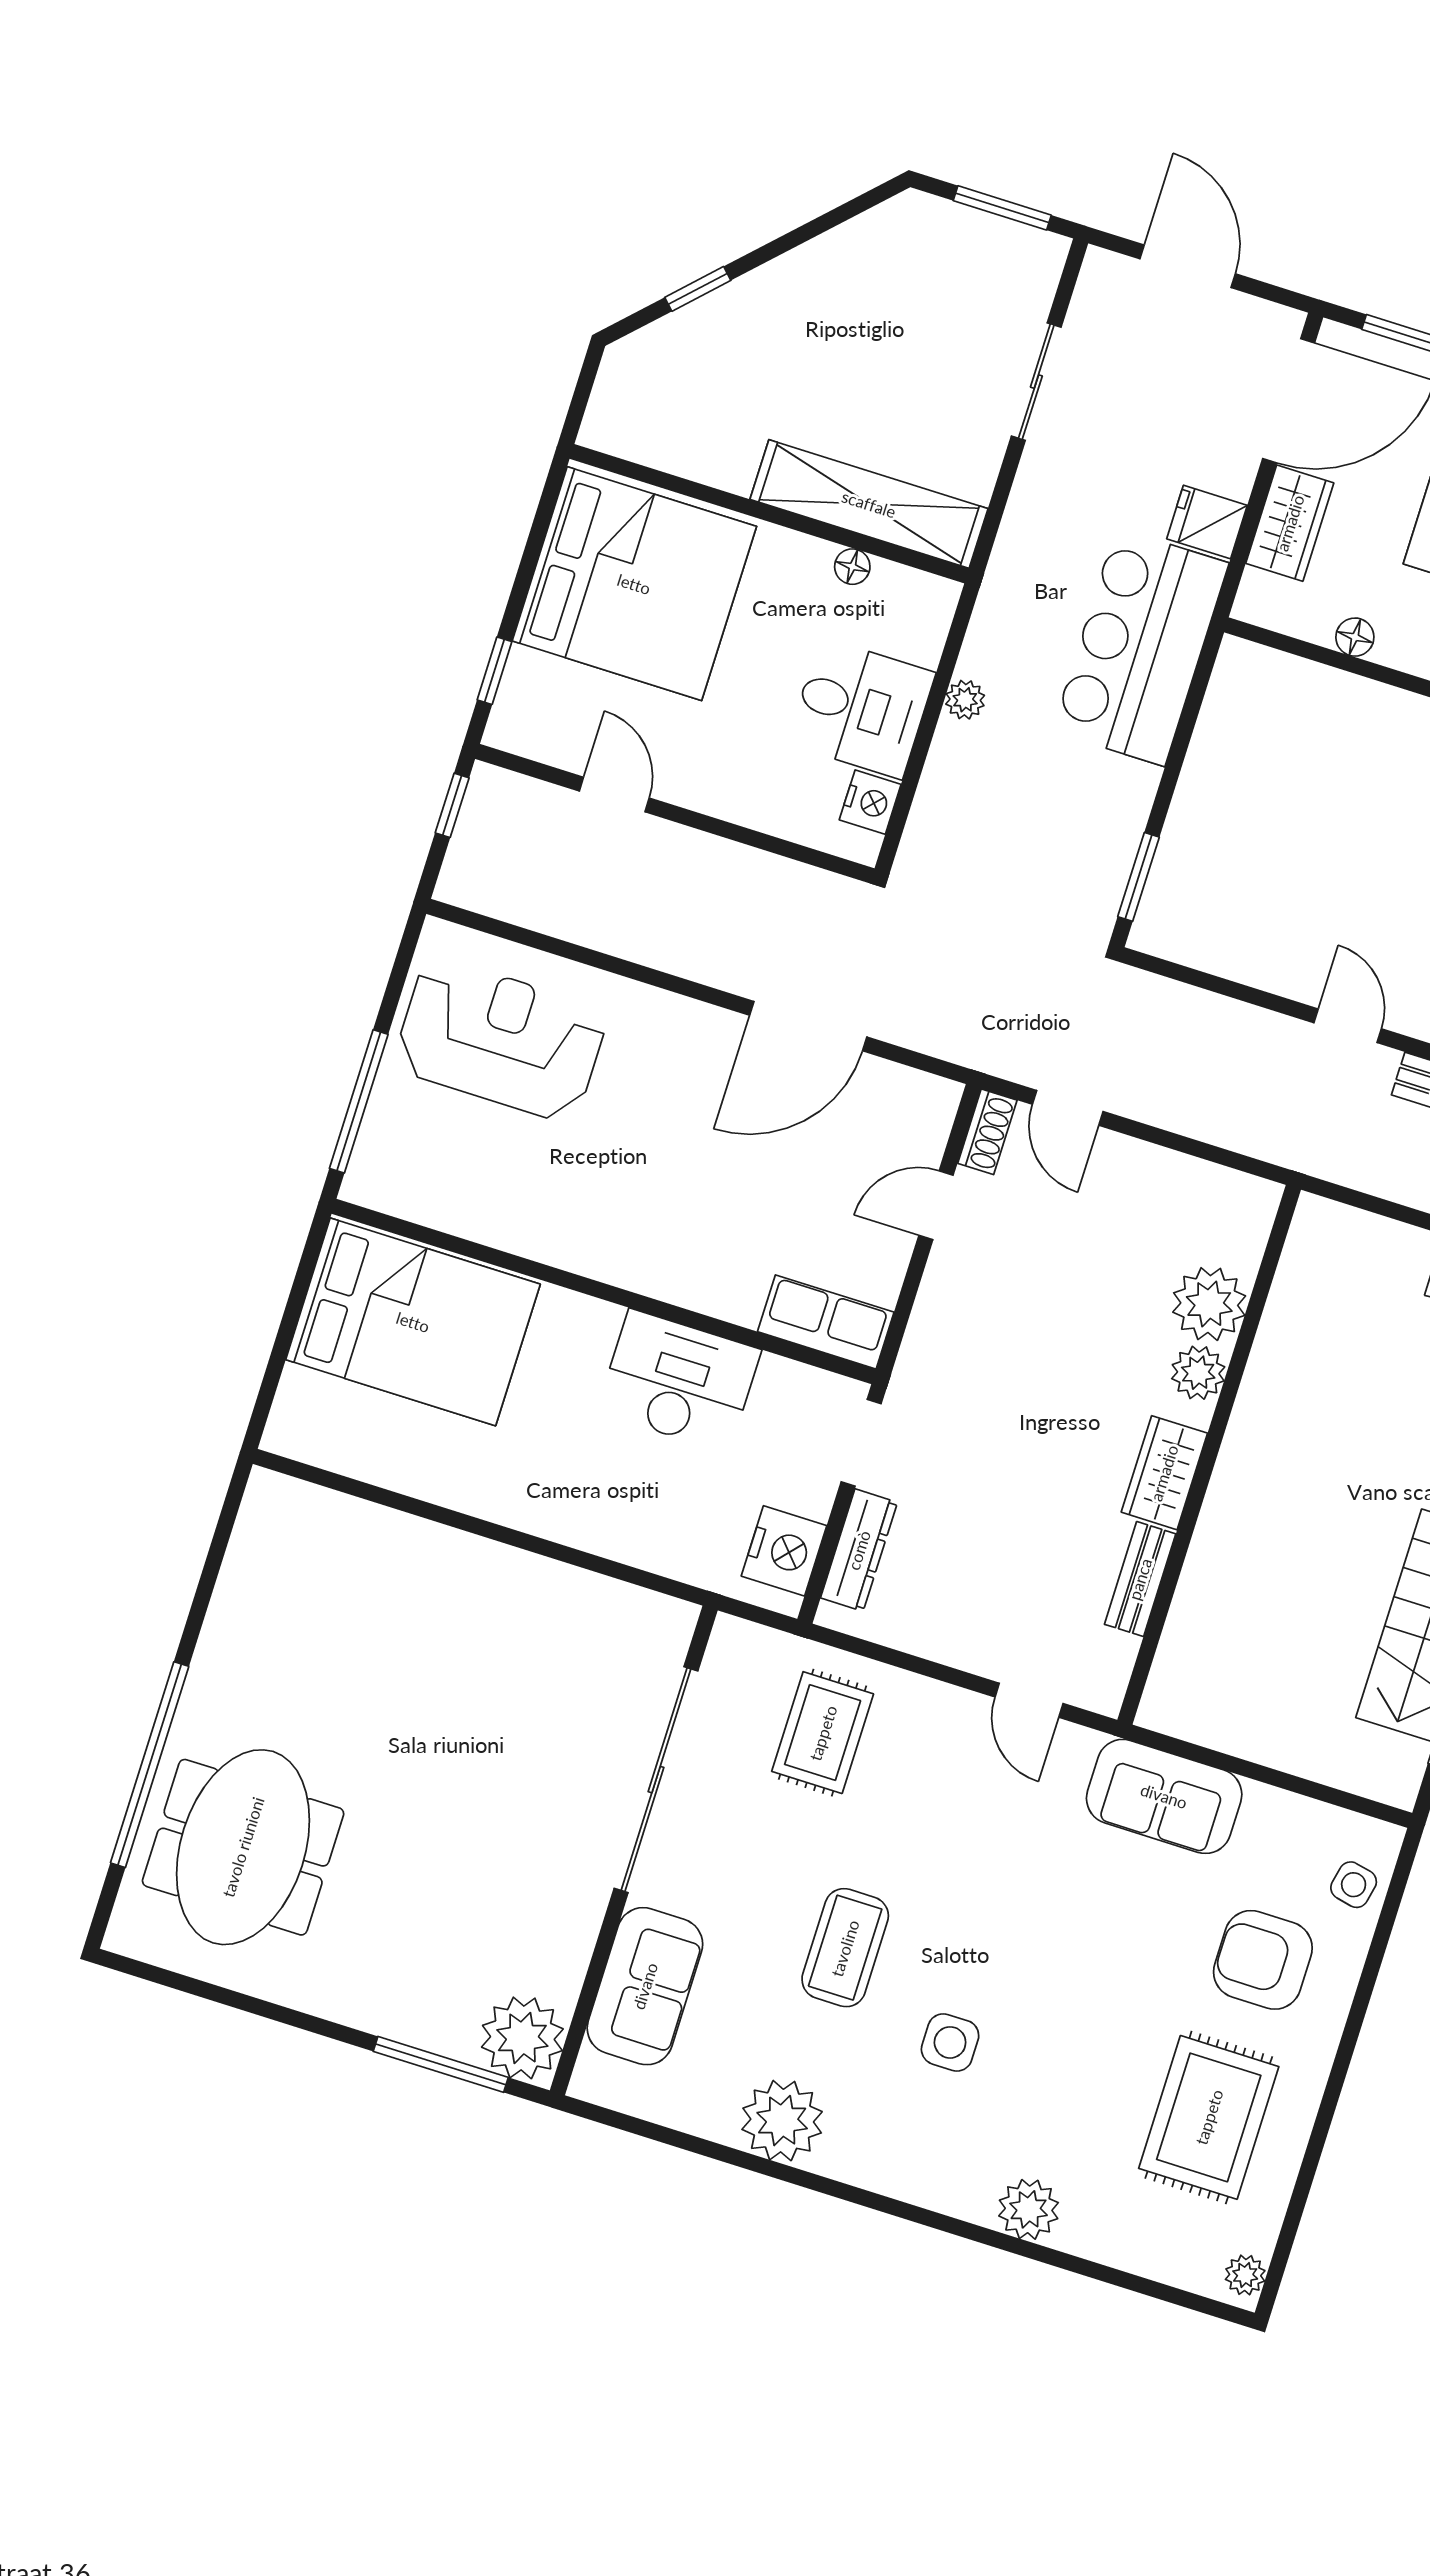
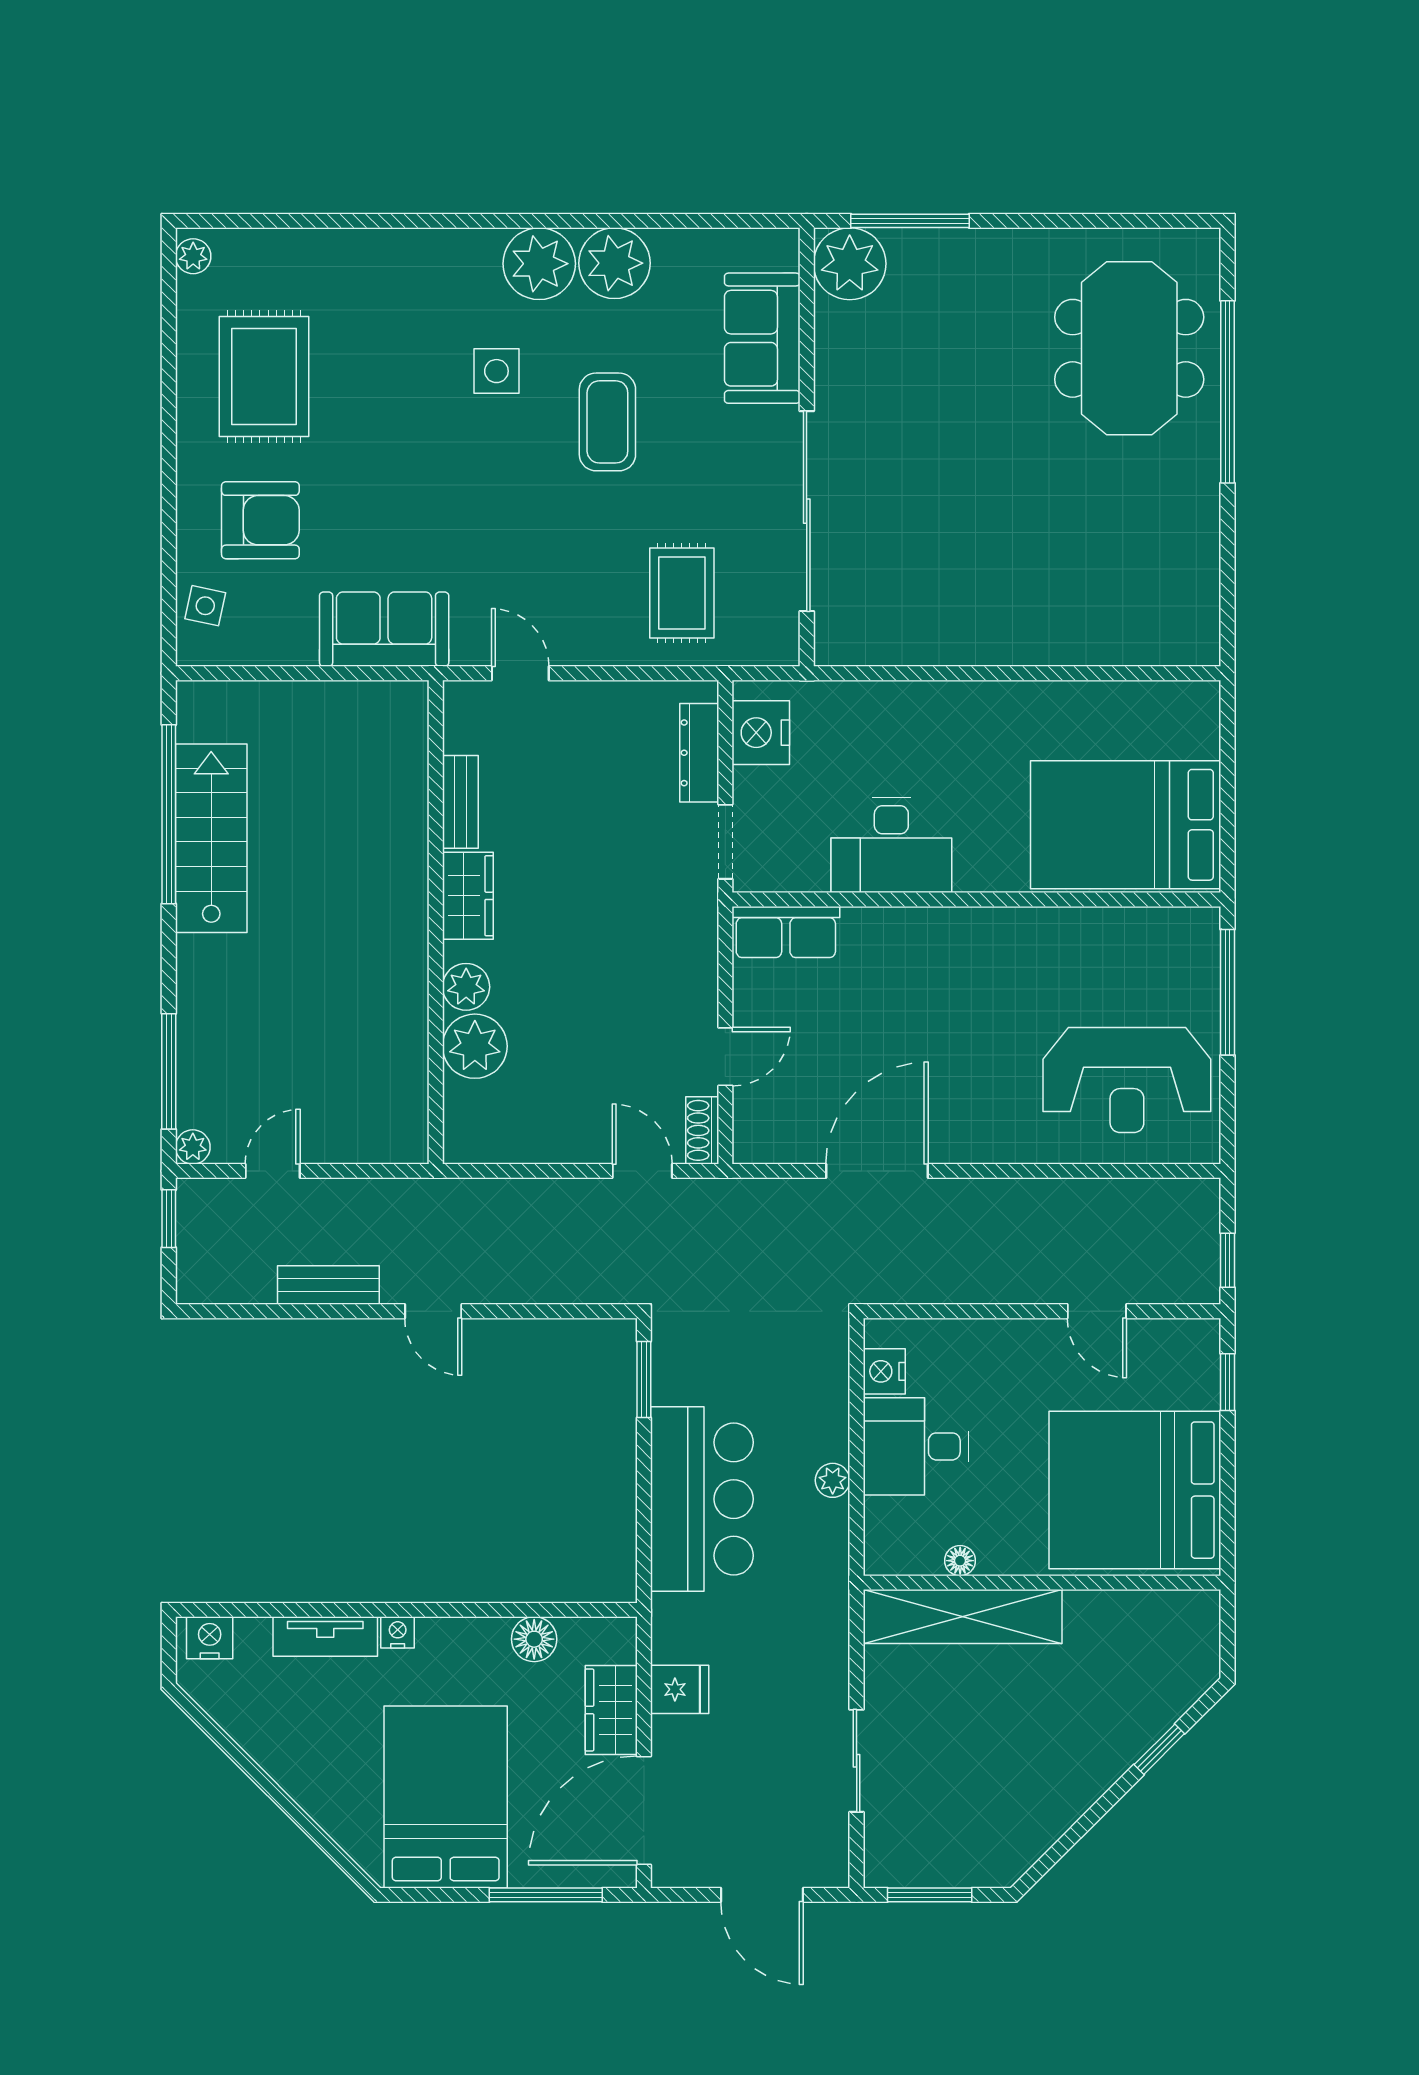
floor lamp: (1355, 637) -> (534, 1639), width x1.37, depth x1.37
bar counter: (1140, 647) -> (702, 1499), moved
plant: (1029, 2209) -> (539, 264), moved, width x1.36, depth x1.36

